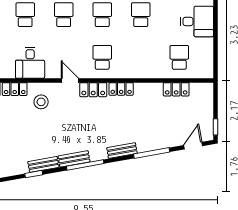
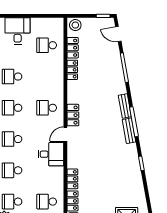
desk: (30, 63) -> (51, 154), moved
locker: (121, 89) -> (72, 70), moved
stool: (41, 102) -> (75, 25), moved
bench: (122, 151) -> (125, 106), moved
bench: (43, 164) -> (134, 156), removed

